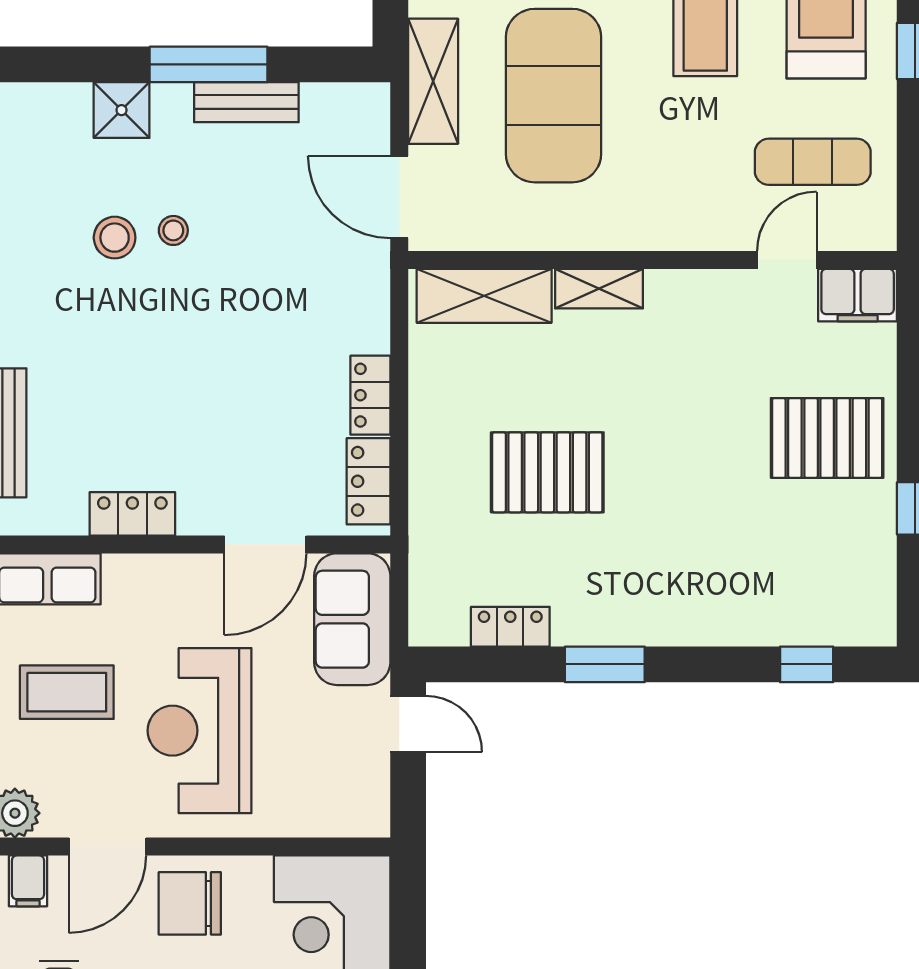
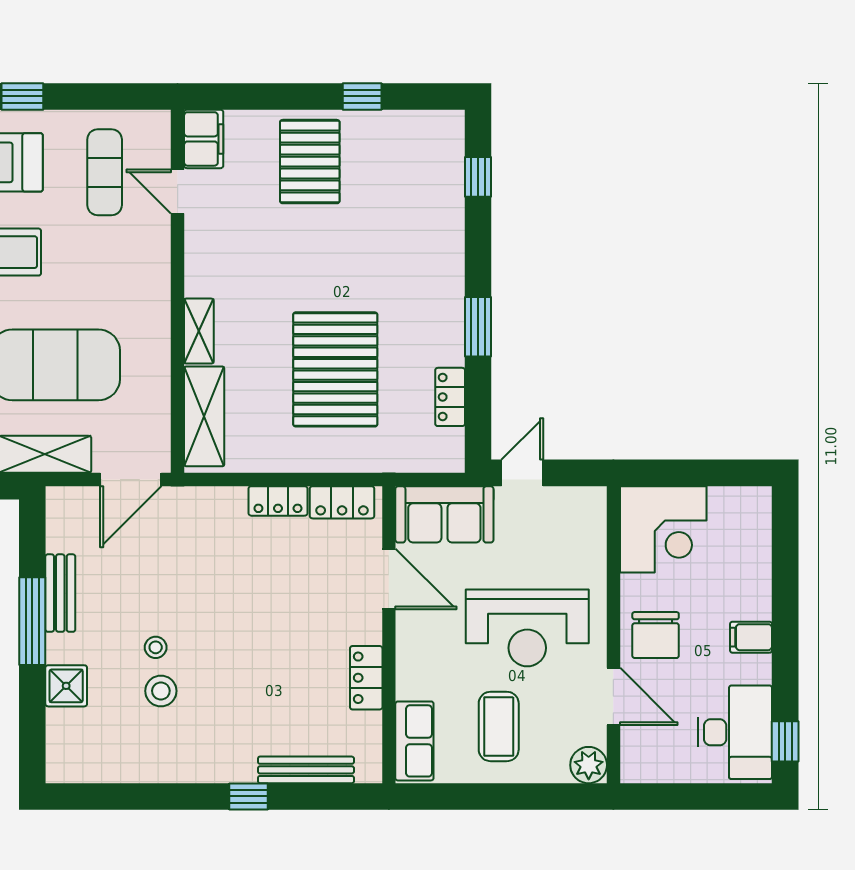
pallet: (547, 472) -> (335, 369), width x1.37, depth x1.41
filing cabinet: (28, 881) -> (639, 755), removed

